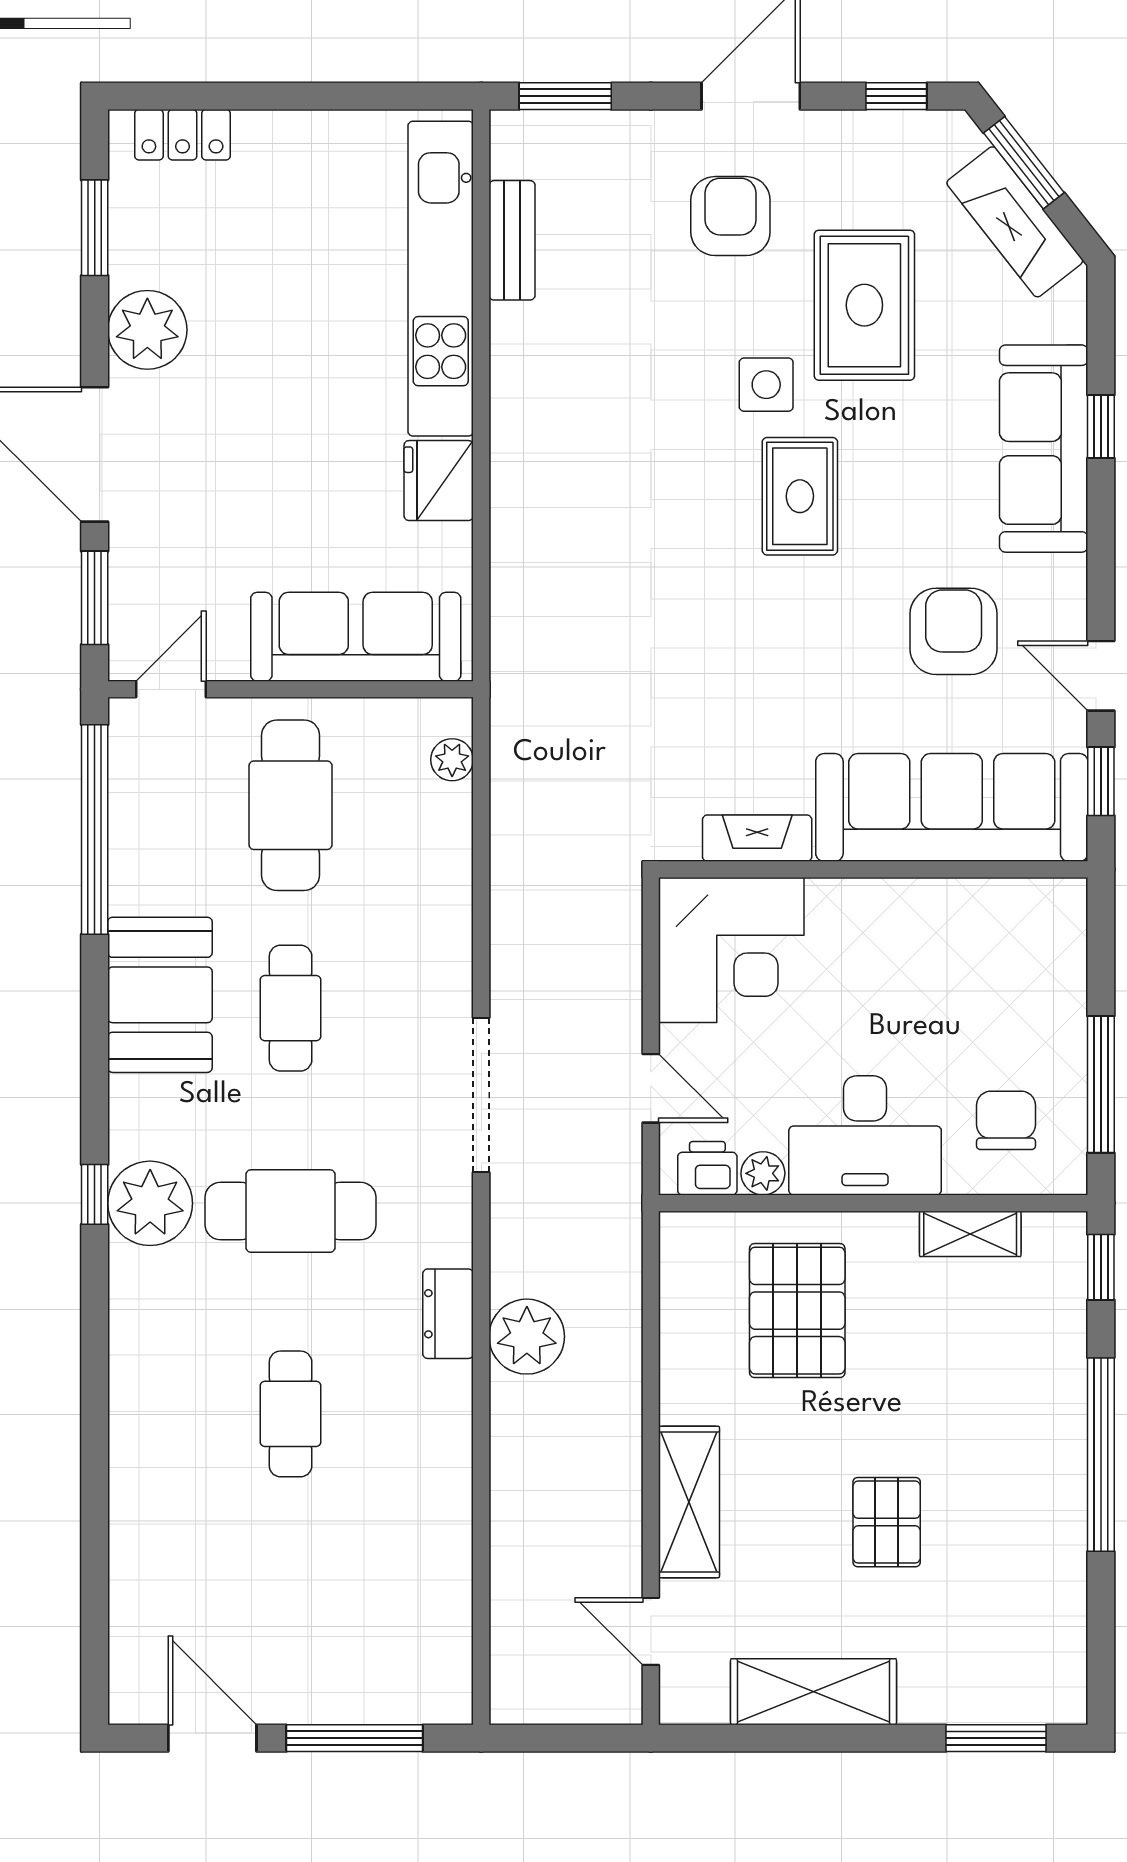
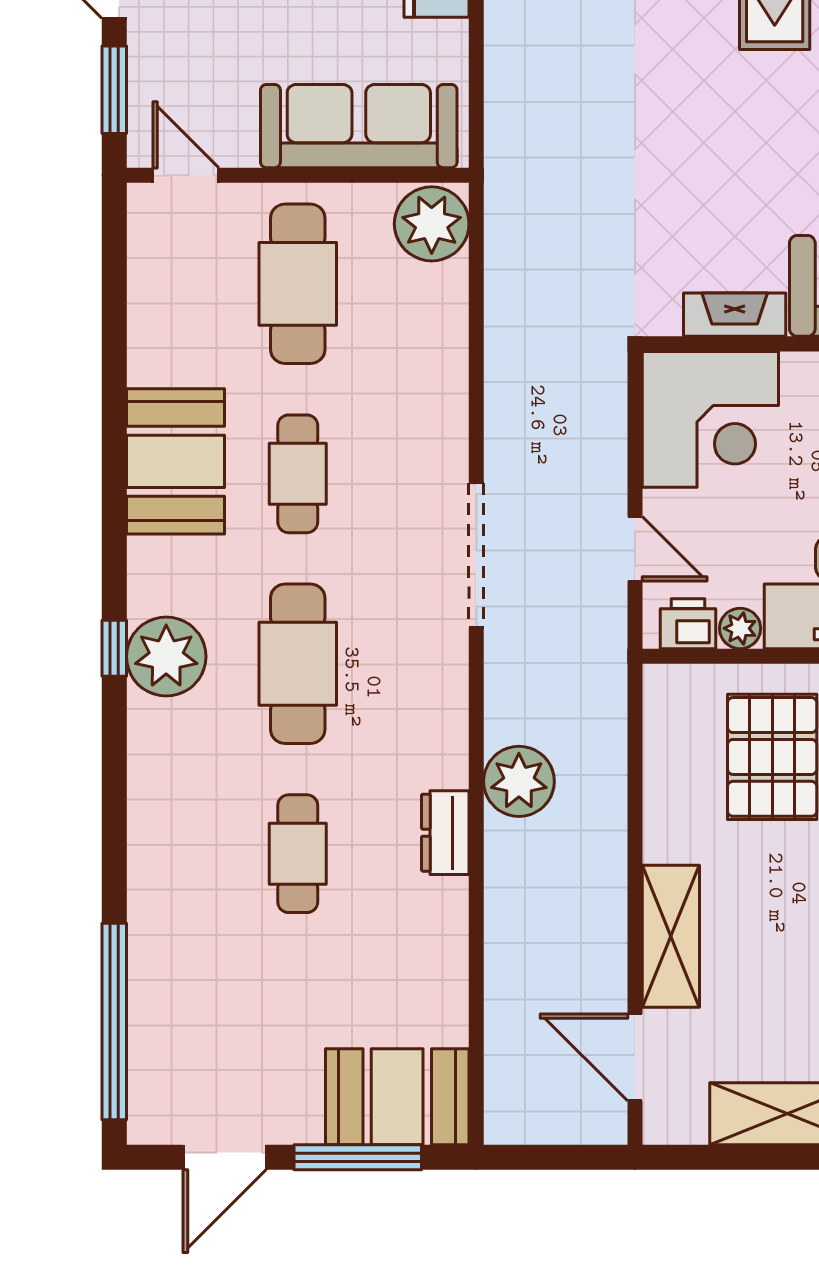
door: (171, 689) -> (186, 175), hinge flipped
plant: (452, 760) -> (432, 224), width x1.87, depth x1.87
window: (95, 830) -> (114, 1021), moved
cafe table: (291, 1211) -> (298, 664), turned 90
dresser: (448, 1314) -> (445, 833), moved
door: (651, 1631) -> (635, 1057), width x1.38
booth: (397, 1673) -> (397, 1097), added
door: (212, 1738) -> (225, 1157), swing flipped

